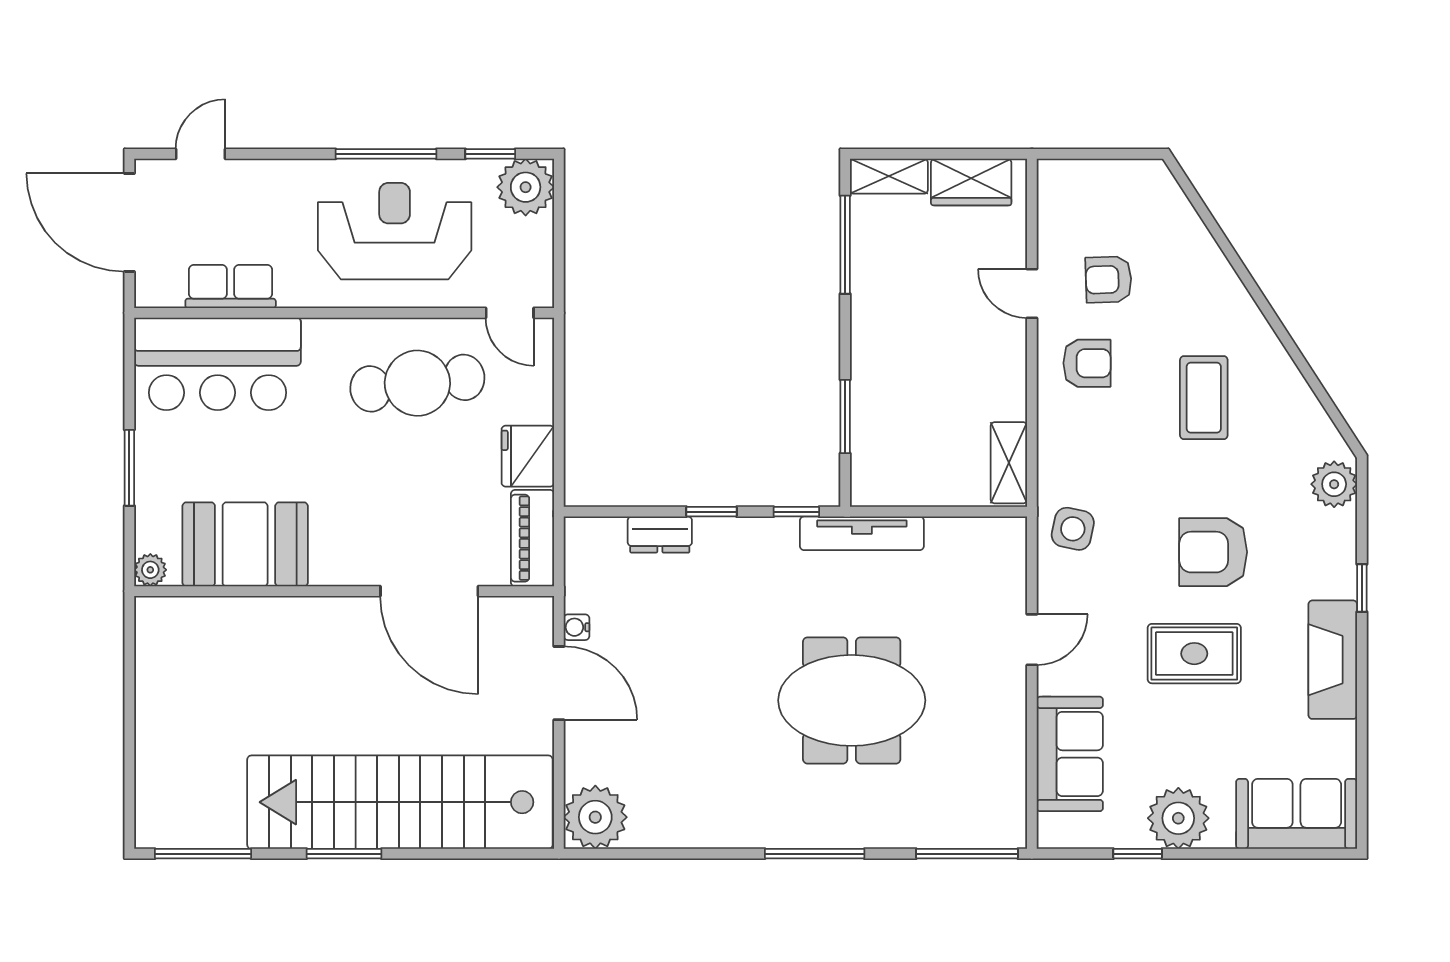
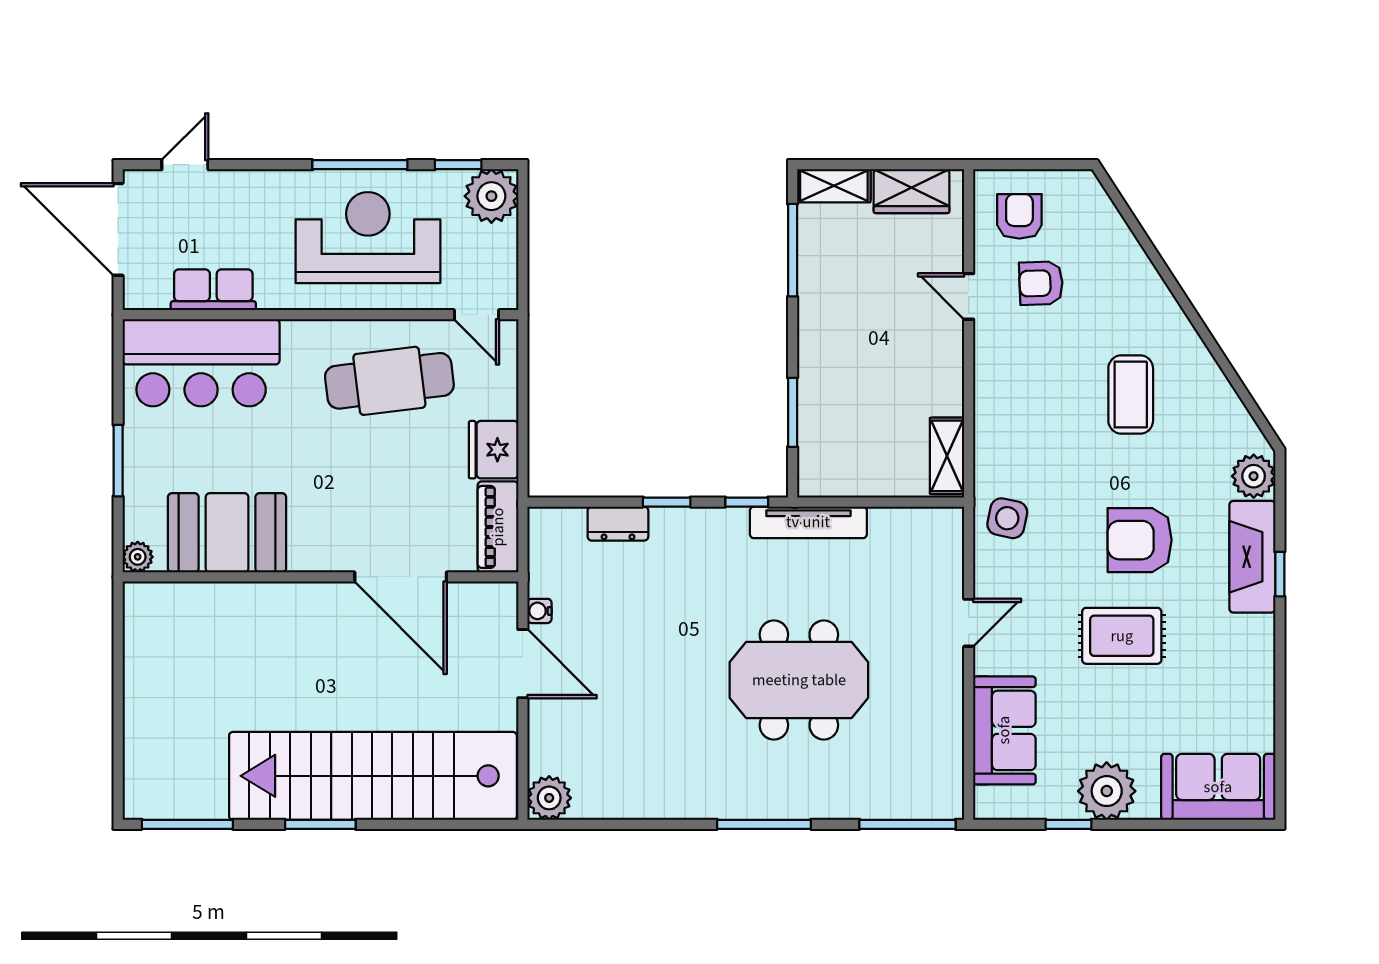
armchair: (1087, 363) -> (1019, 216), moved, turned -90
fireplace: (1333, 660) -> (1252, 557), moved
plant: (595, 817) -> (549, 798), width x0.73, depth x0.73

